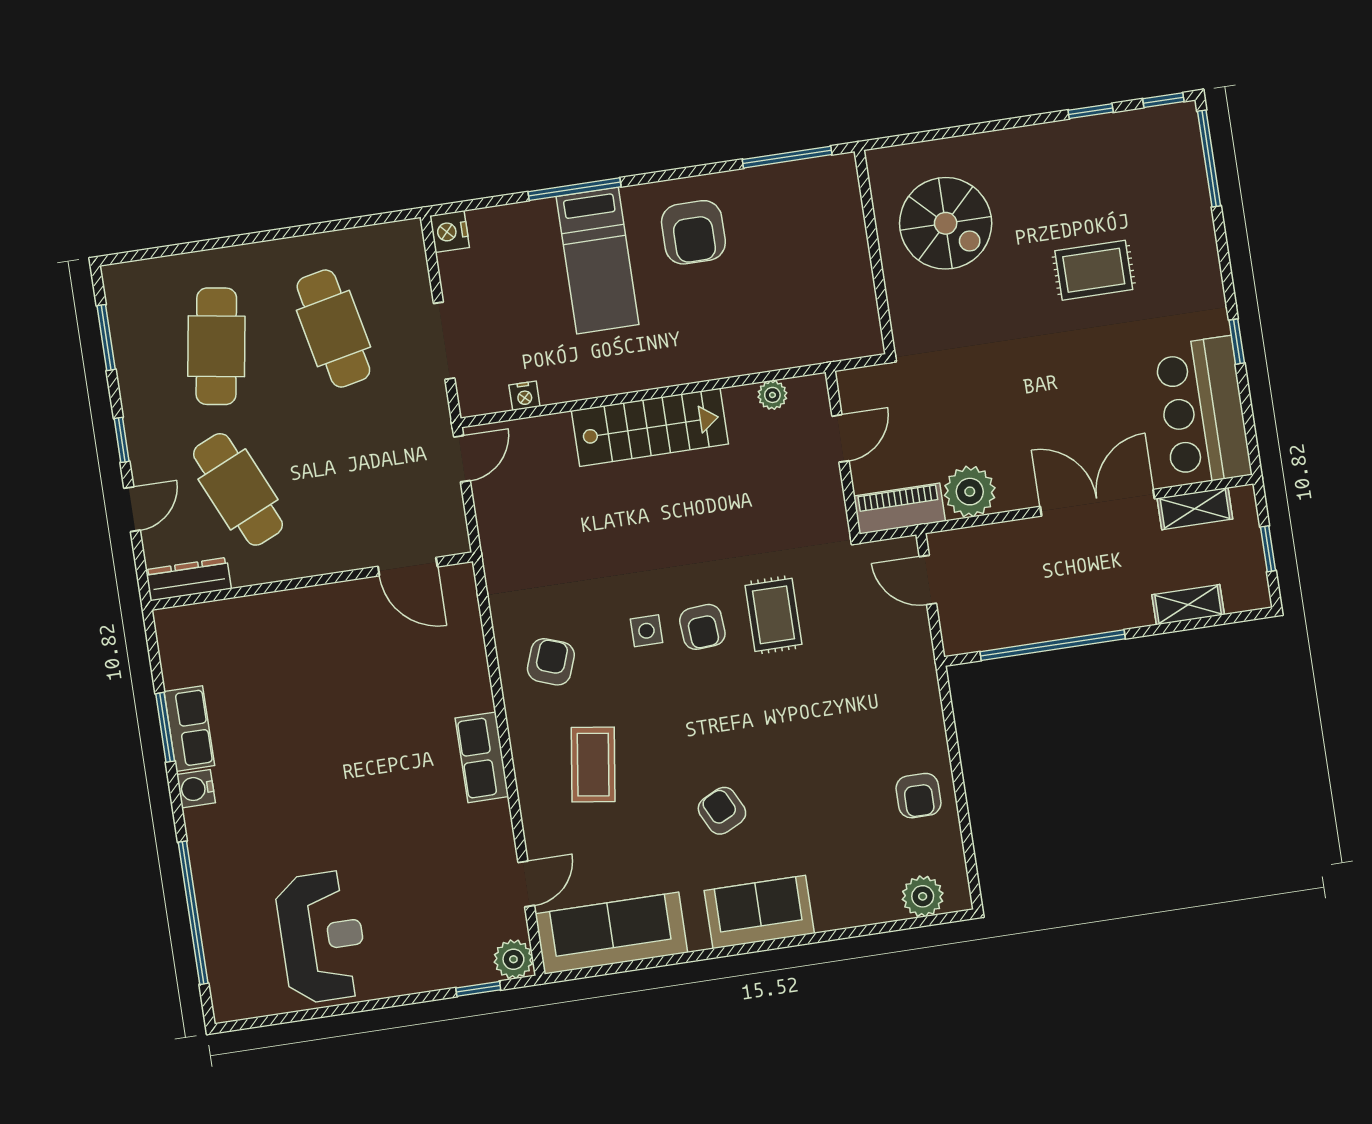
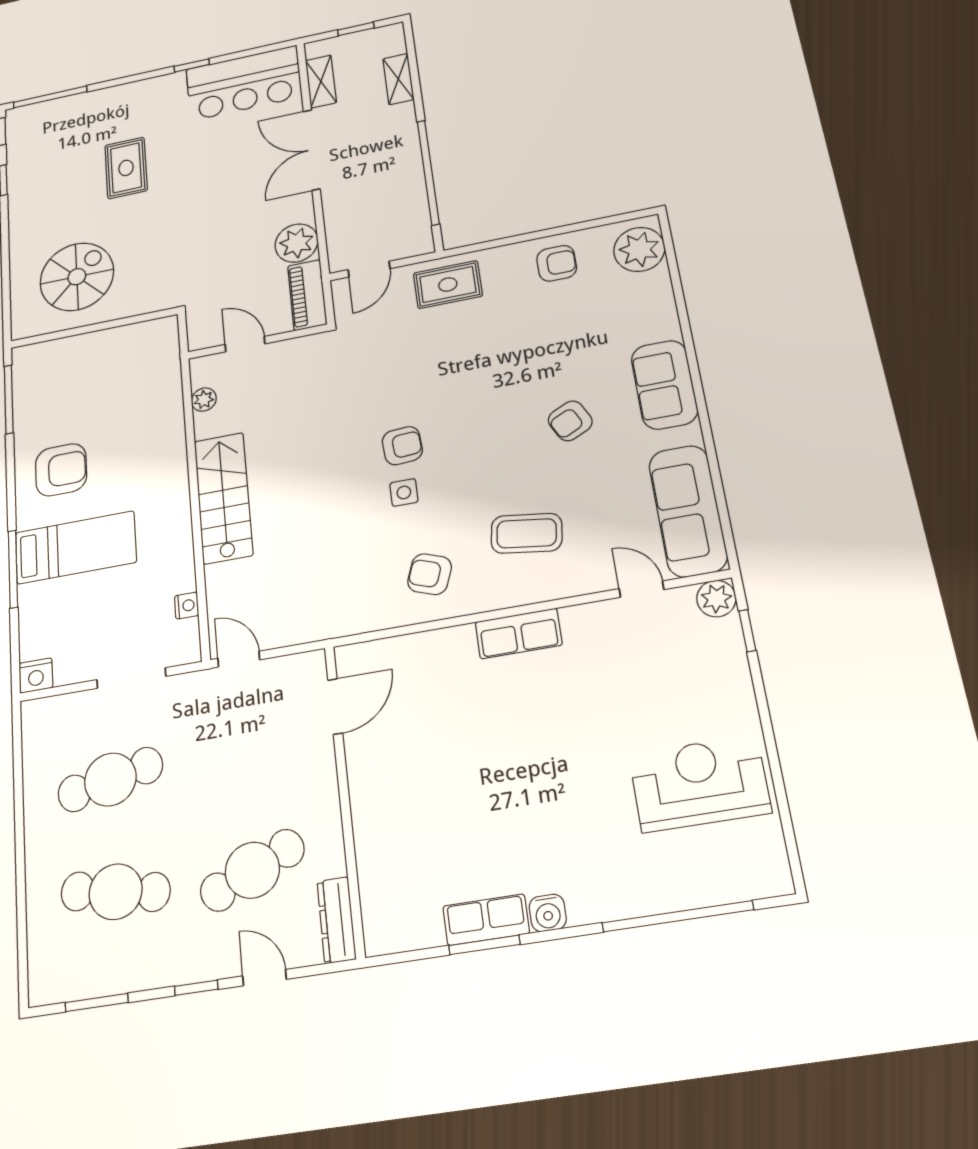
rug: (773, 615) -> (448, 285), moved
plant: (923, 896) -> (639, 249), width x1.36, depth x1.36

